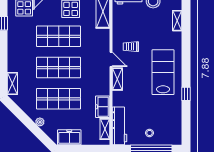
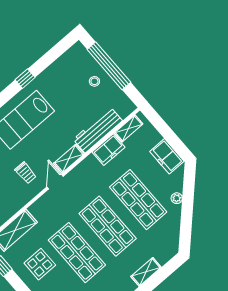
shelving: (12, 83) -> (146, 272), moved
workbench: (119, 126) -> (98, 130), moved

